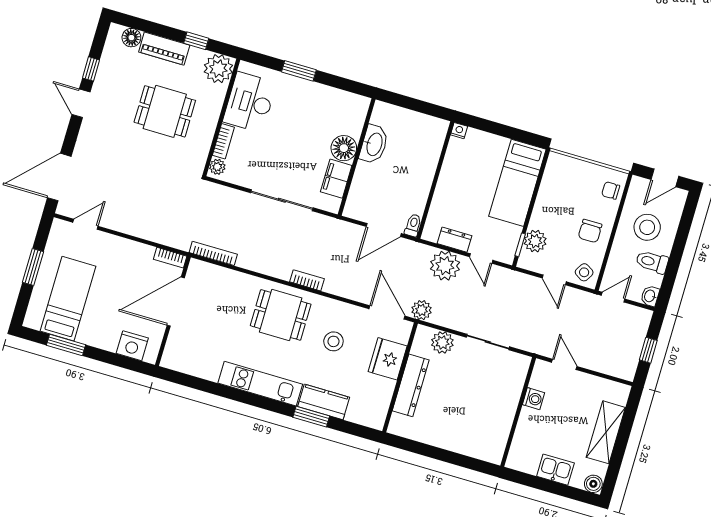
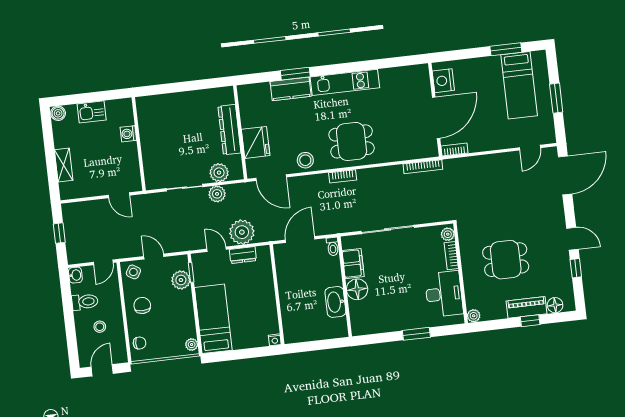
window: (196, 41) -> (530, 321), moved
plant: (218, 69) -> (474, 316), width x0.53, depth x0.53
plant: (554, 164) -> (192, 345), added
toilet: (413, 225) -> (333, 247), moved
stool: (647, 227) -> (100, 327), width x0.53, depth x0.53
plant: (422, 310) -> (217, 194), moved
stool: (333, 341) -> (305, 160), moved
nightstand: (132, 346) -> (443, 81), moved, turned -90
washing machine: (533, 399) -> (128, 134), moved
shelving: (606, 432) -> (64, 165), width x0.67, depth x0.75

